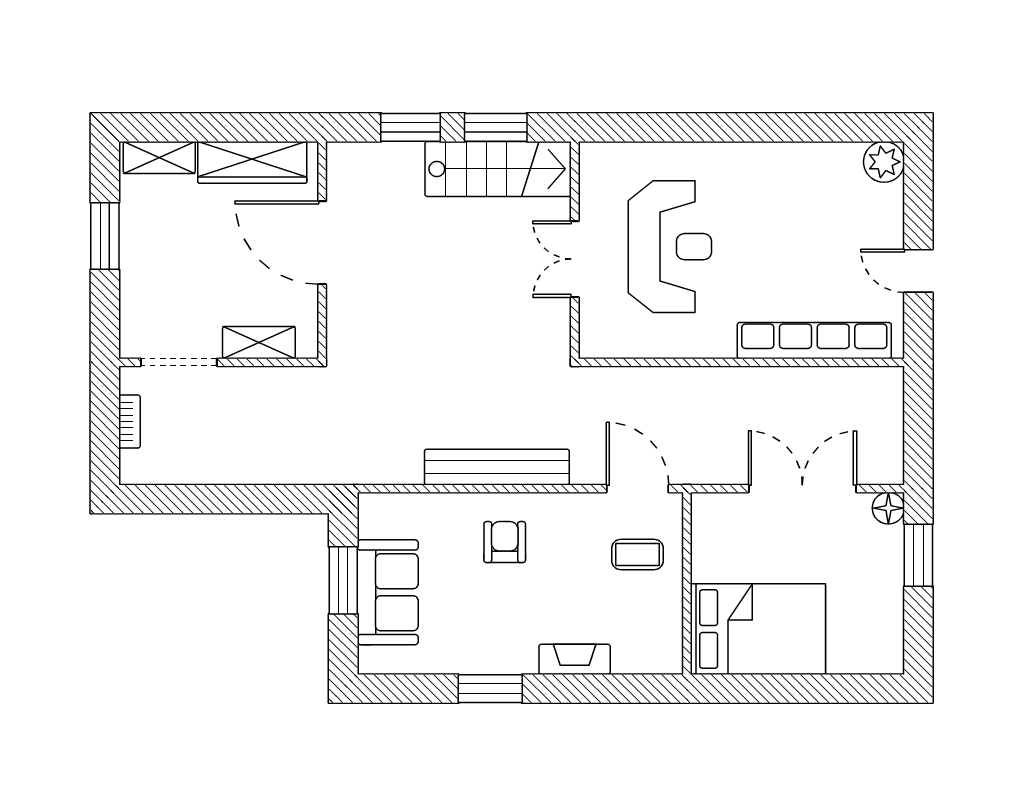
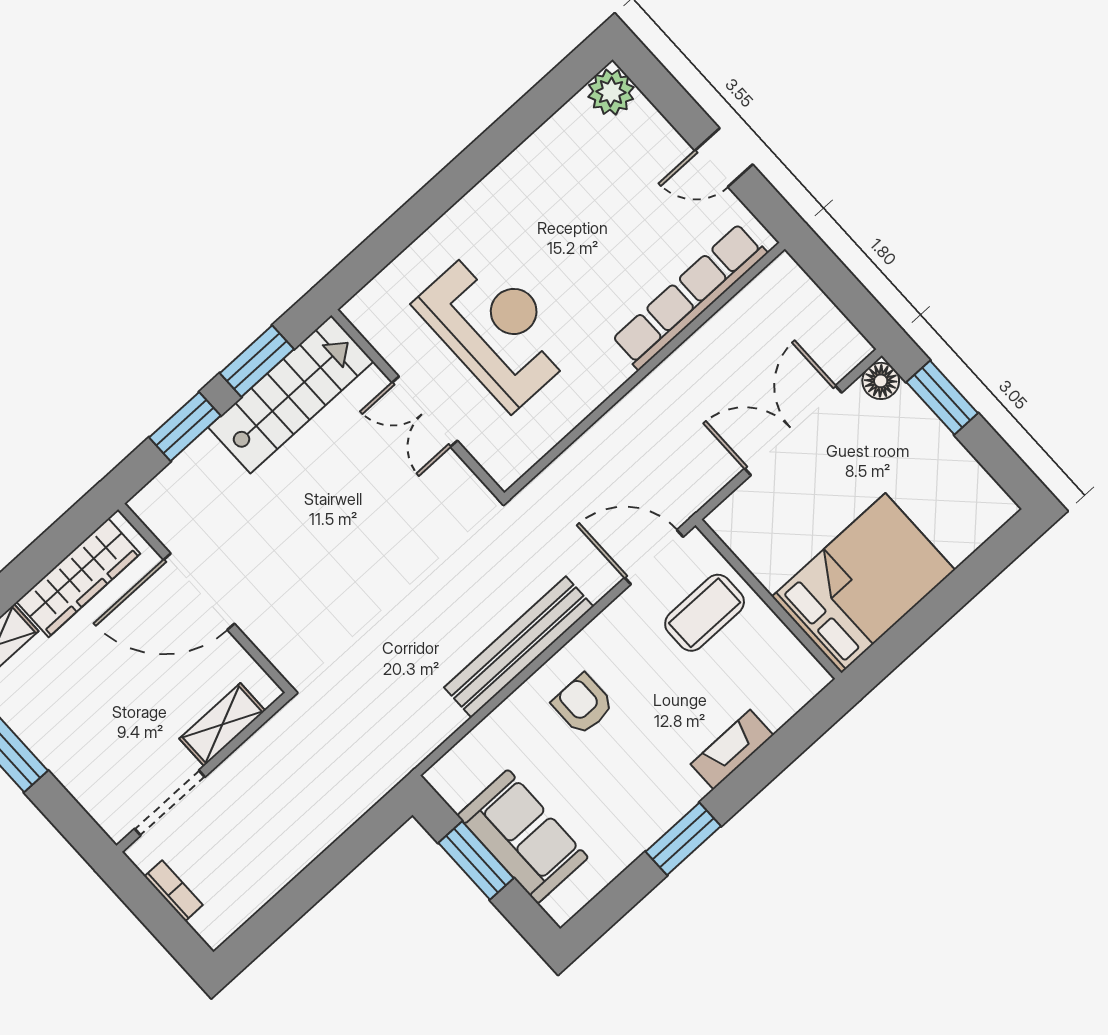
coffee table: (637, 555) -> (705, 613), width x1.36, depth x1.30

